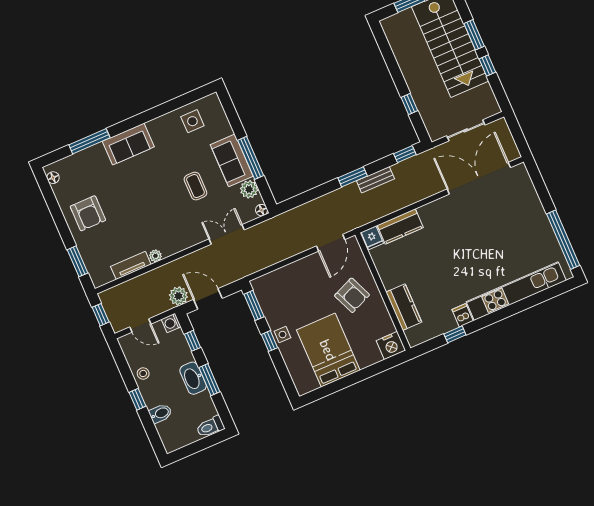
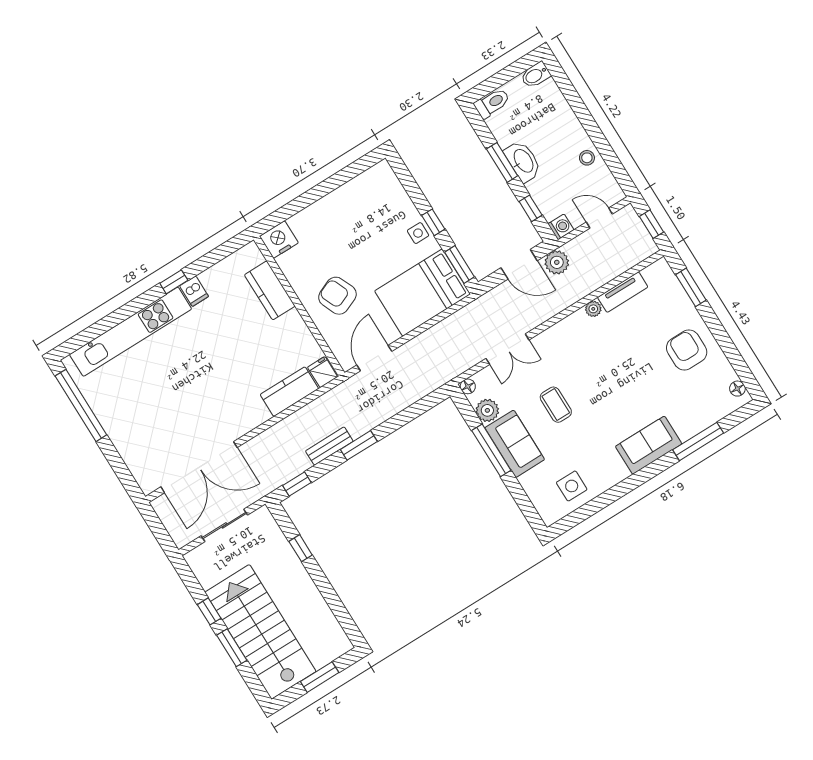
window: (455, 334) -> (174, 282), moved
bed: (328, 350) -> (423, 293), moved, turned 90
window: (137, 399) -> (589, 124), removed
bidet: (160, 413) -> (535, 75), moved

